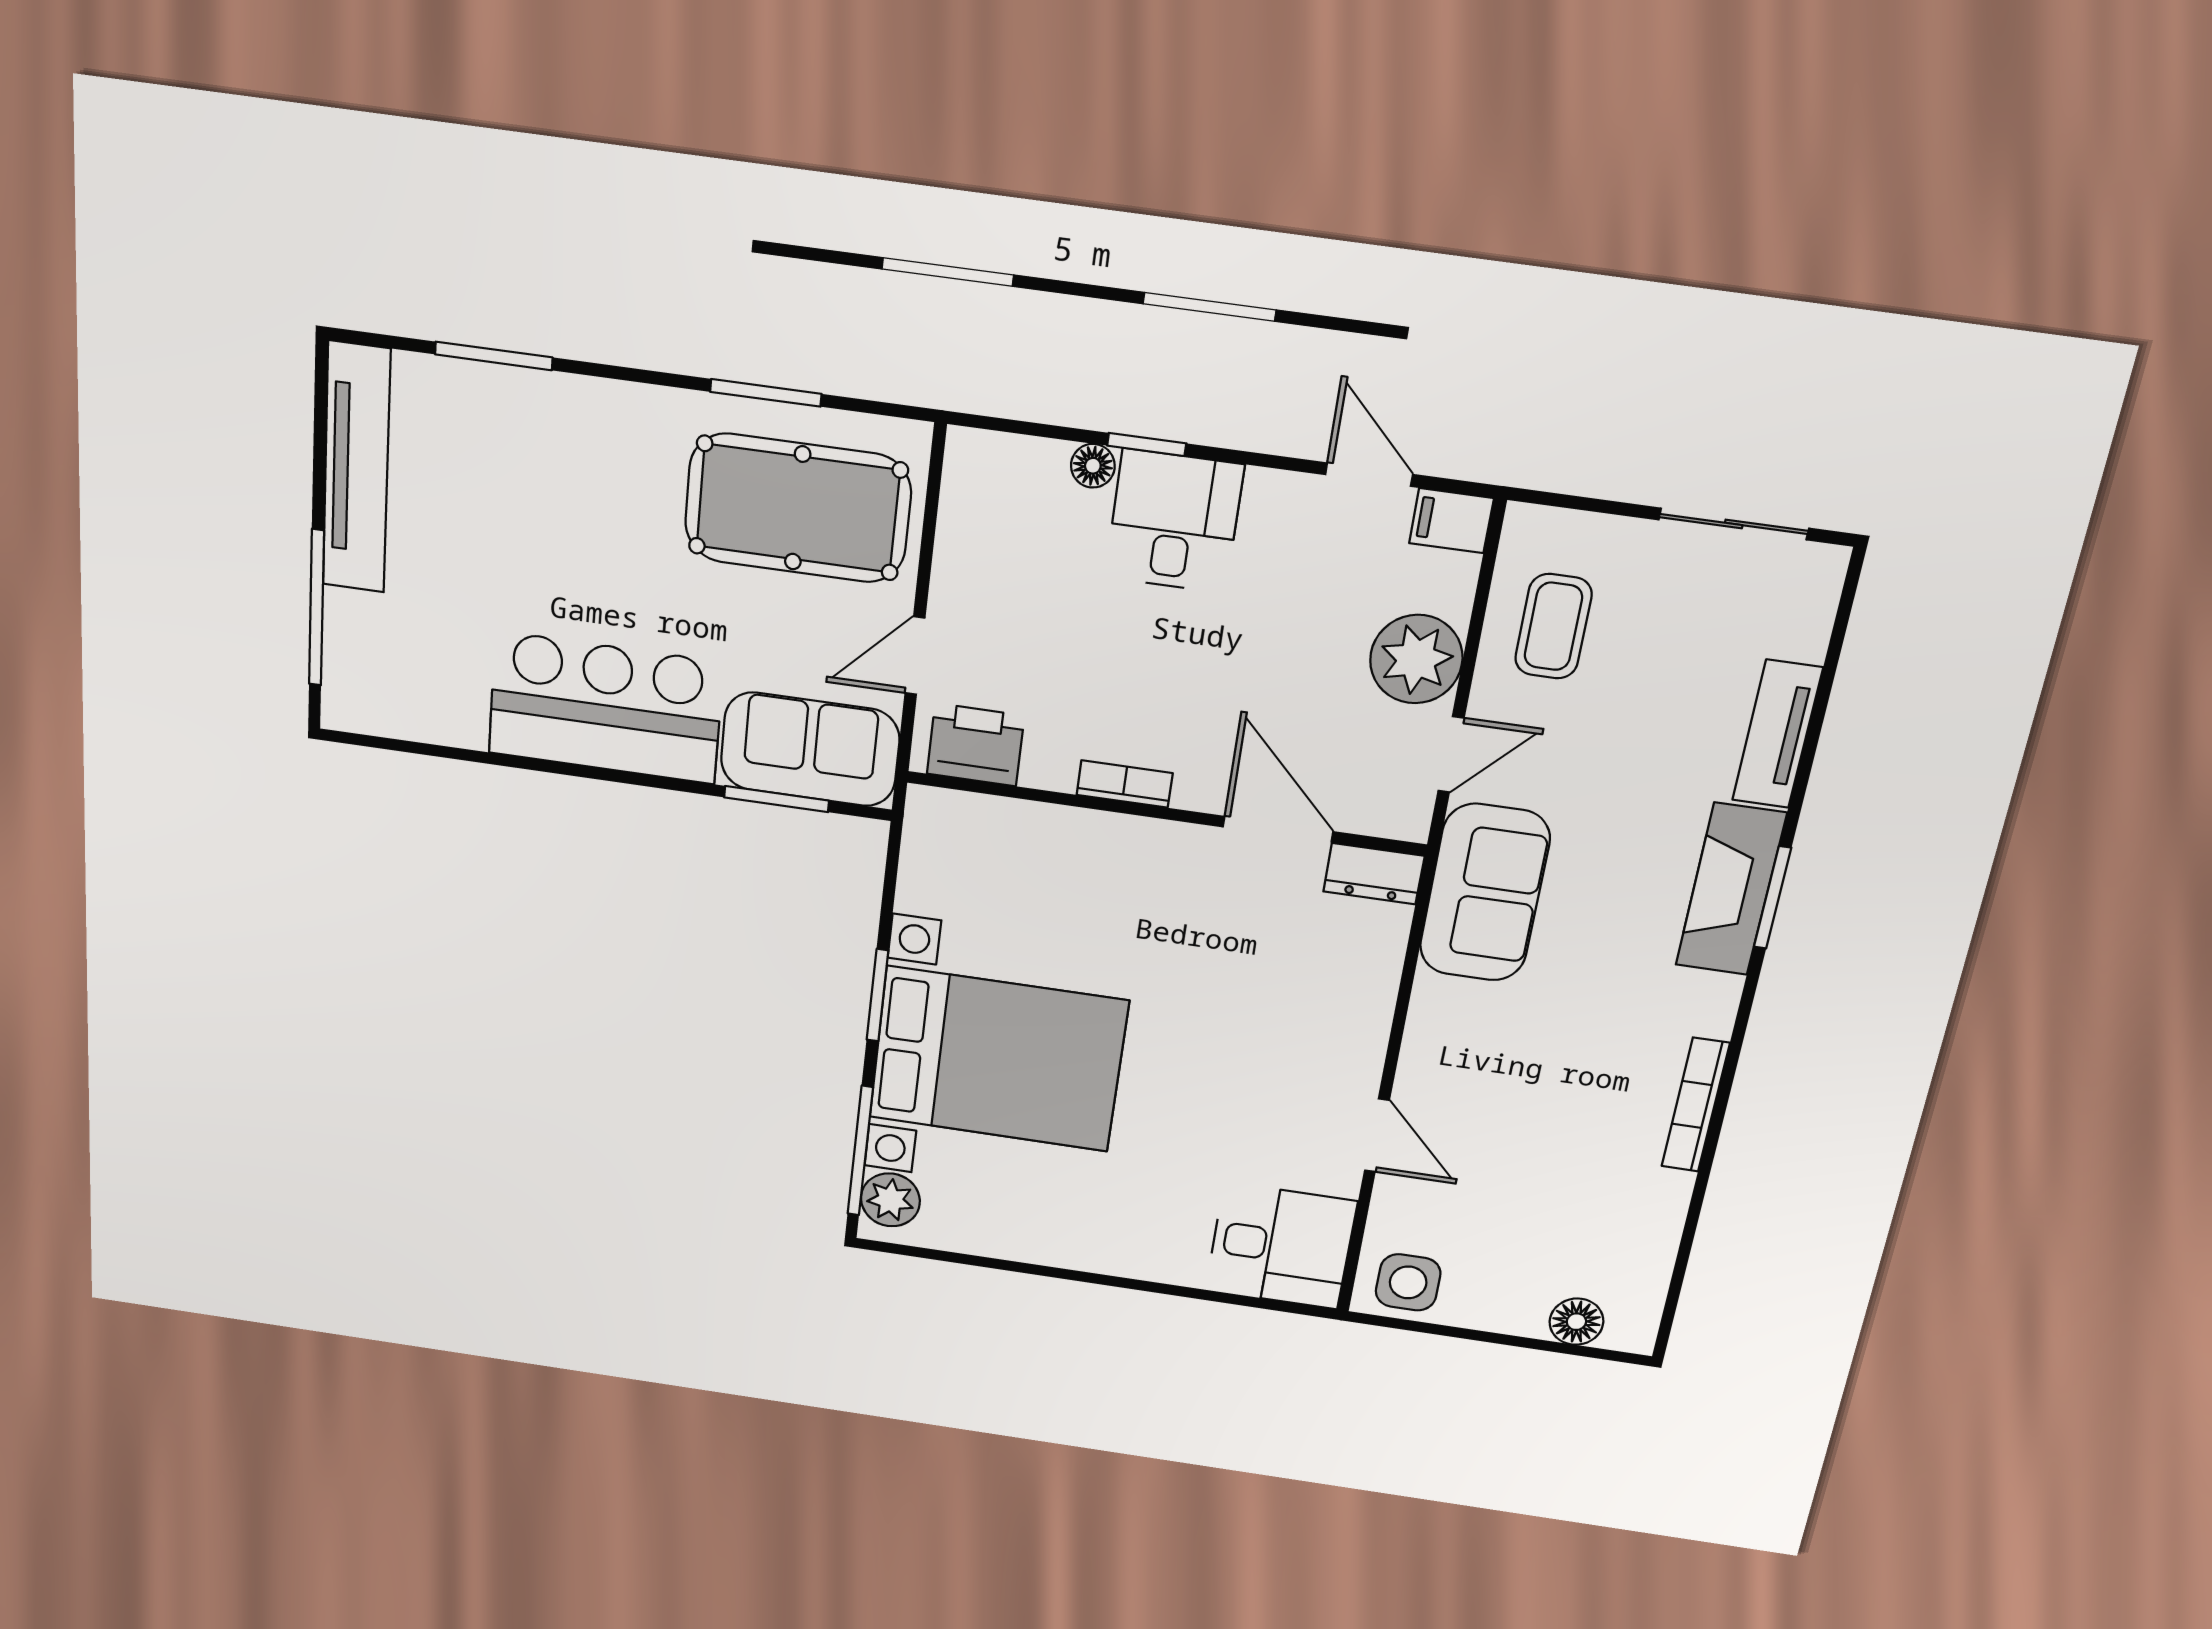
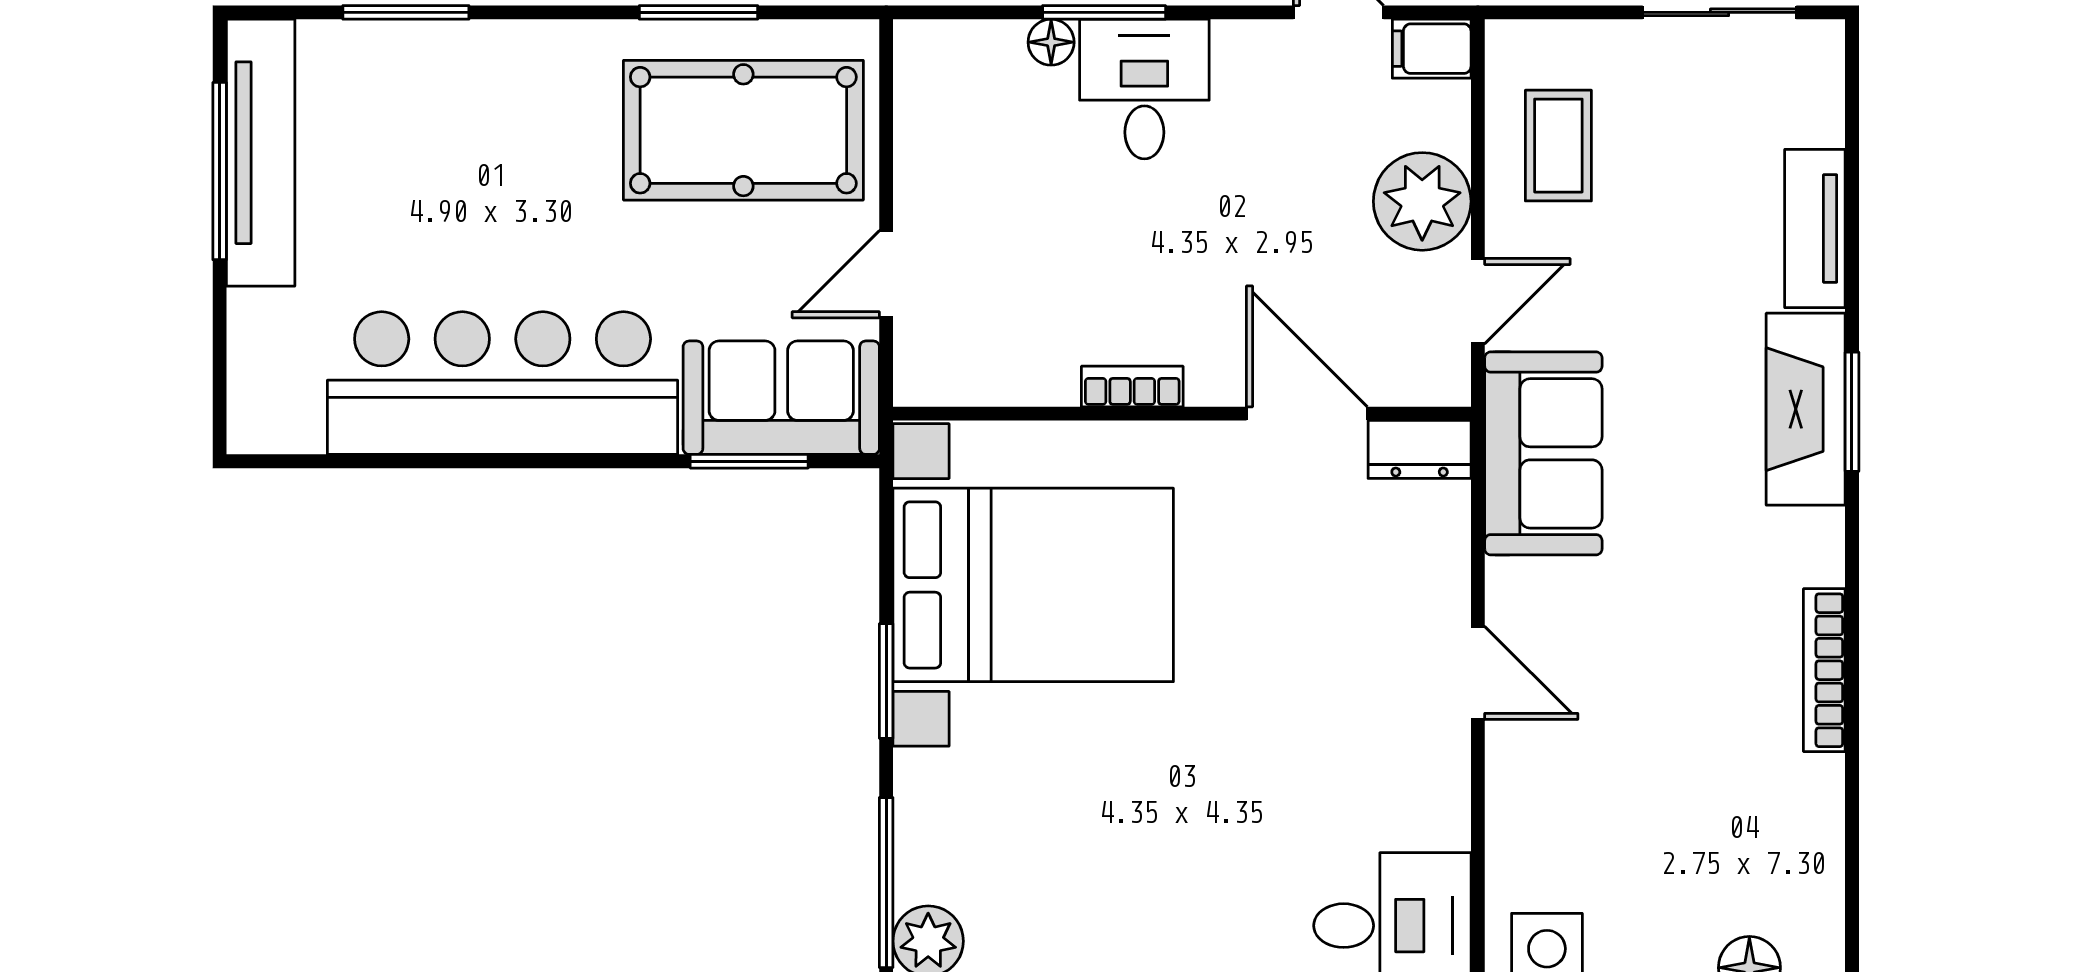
window: (1147, 444) -> (1104, 12), width x1.50
window: (317, 608) -> (220, 171), moved
bar counter: (605, 708) -> (503, 383), width x1.36
printer: (976, 745) -> (964, 366), removed
bed with nightstands: (998, 1059) -> (1033, 585), moved
door: (1377, 1135) -> (1478, 673), moved

